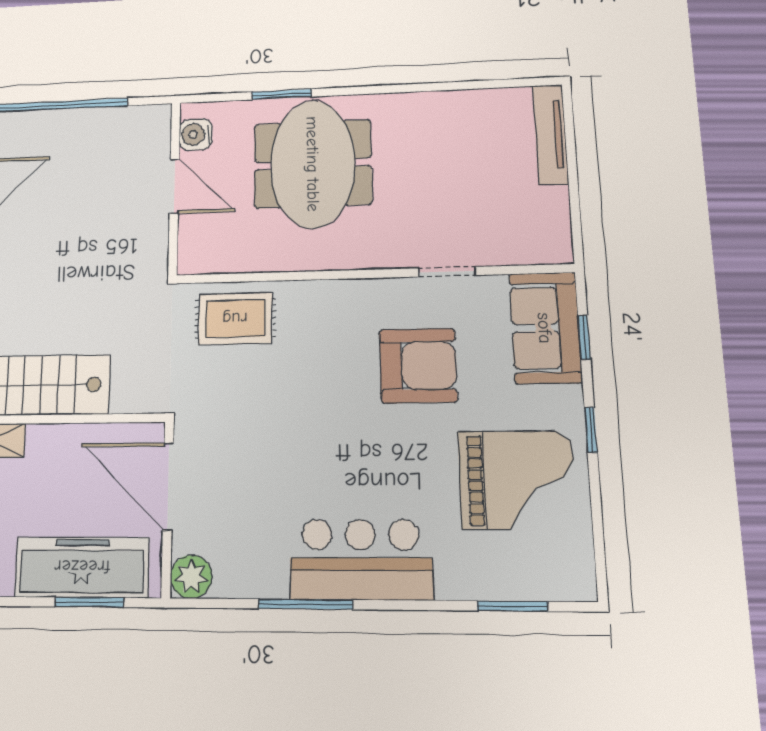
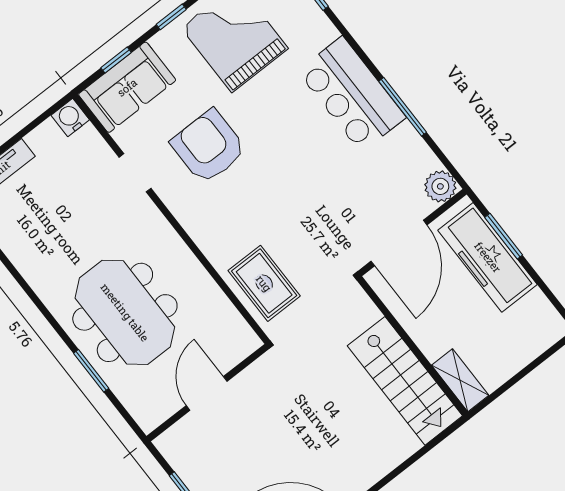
water cooler: (196, 134) -> (70, 118), moved, turned 180
meeting table: (313, 164) -> (125, 312), turned 90

